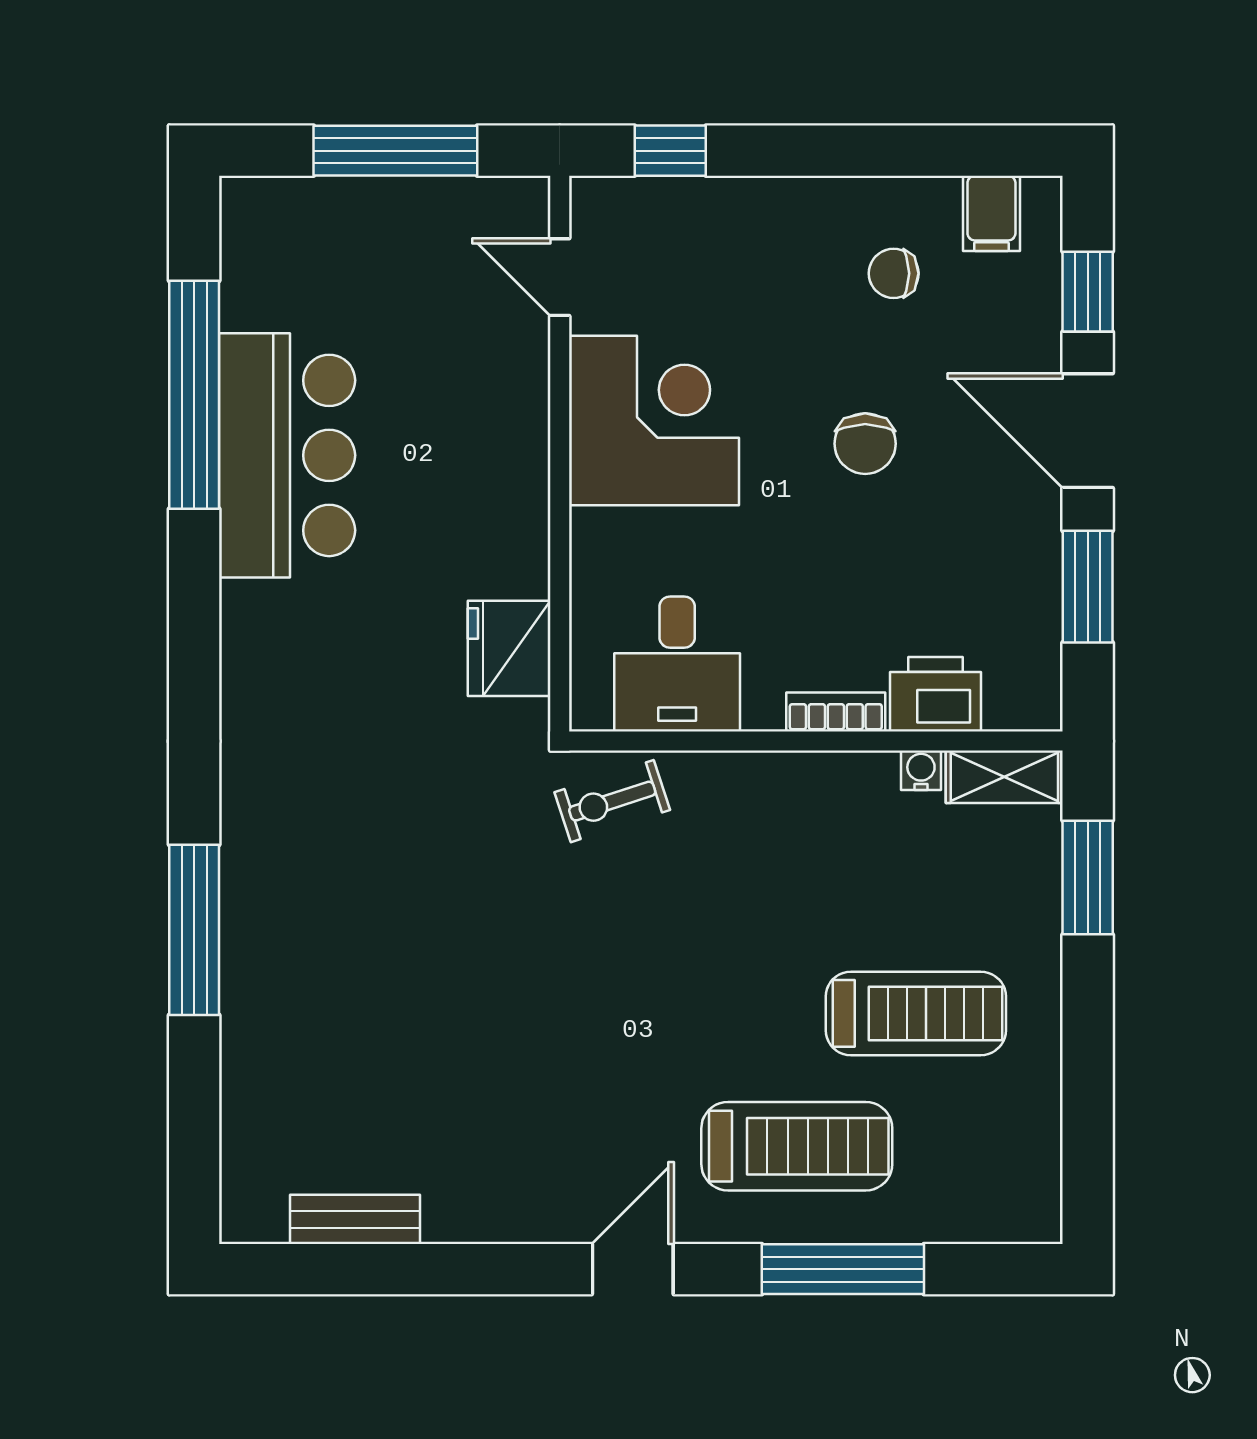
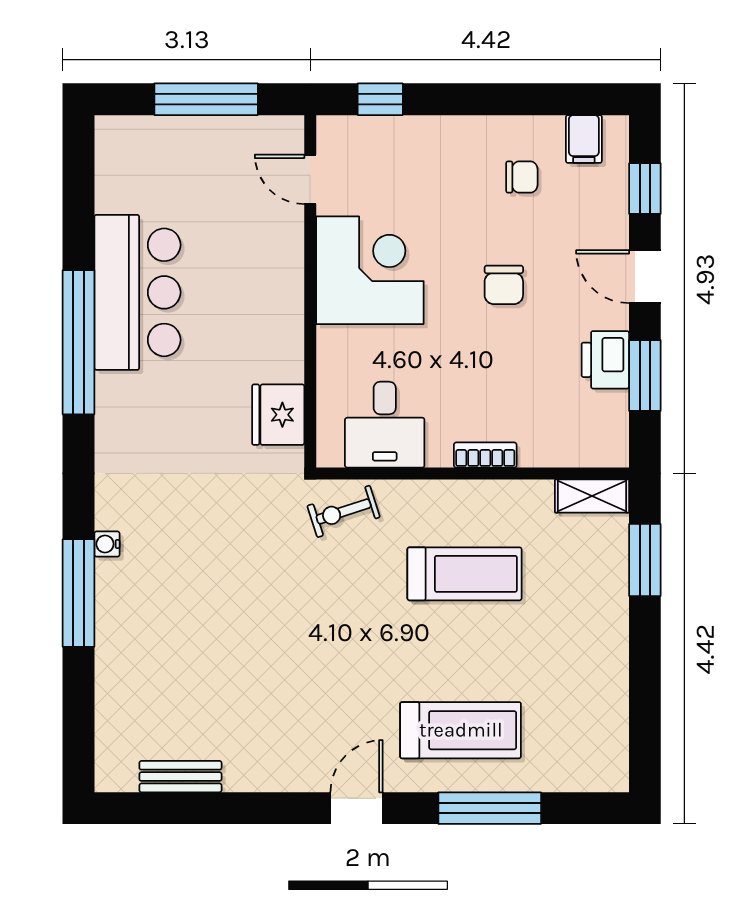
chair: (894, 273) -> (522, 177), turned 180
window: (194, 395) -> (79, 342), moved
door: (1088, 431) -> (645, 277), width x0.73
printer: (935, 694) -> (605, 360), moved, turned -90
water cooler: (921, 770) -> (107, 544), moved, turned -90
treadmill: (916, 1013) -> (464, 574), moved

